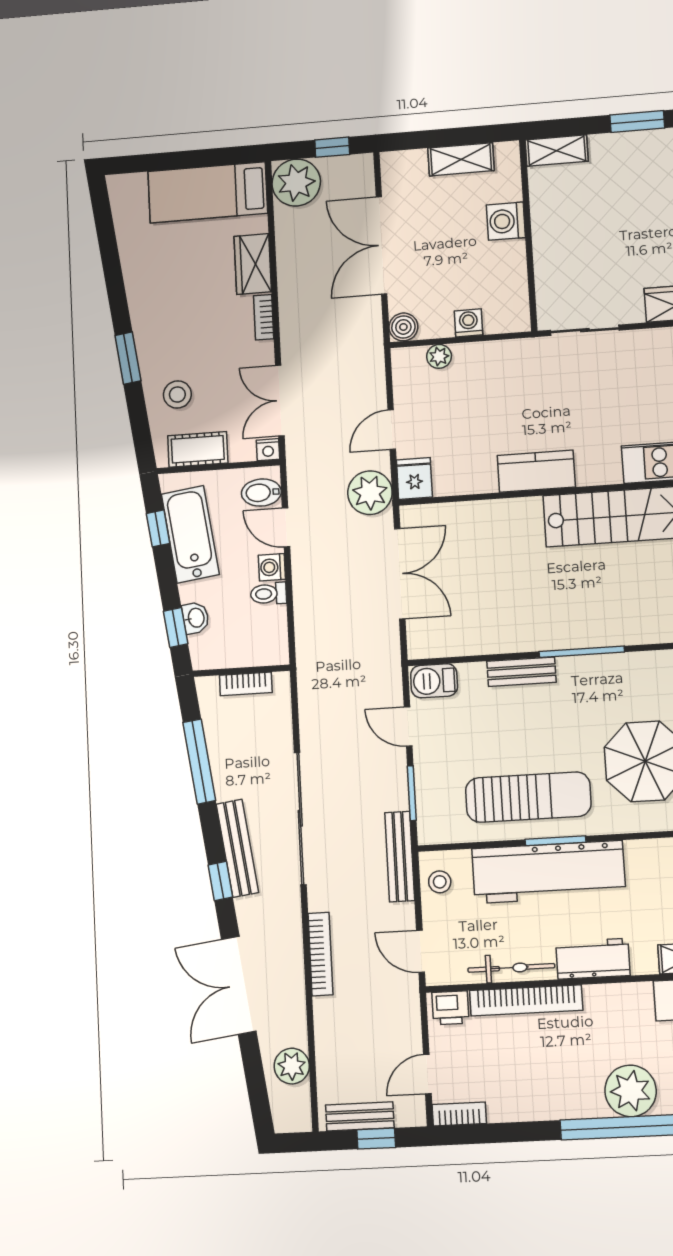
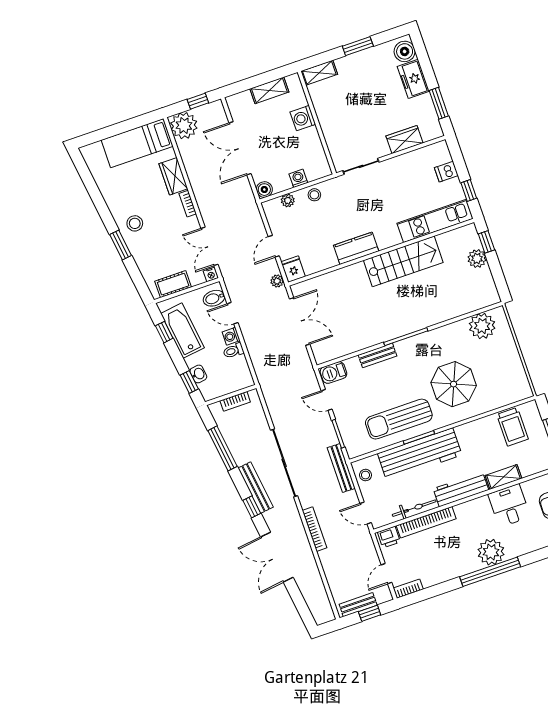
stool: (489, 359) -> (314, 195), added
stool: (177, 394) -> (135, 223), moved
plant: (370, 493) -> (277, 281), width x0.53, depth x0.53
sun lounger: (528, 797) -> (399, 419), turned 180
workbench: (593, 959) -> (461, 489), width x1.38
plant: (292, 1066) -> (316, 590), removed

